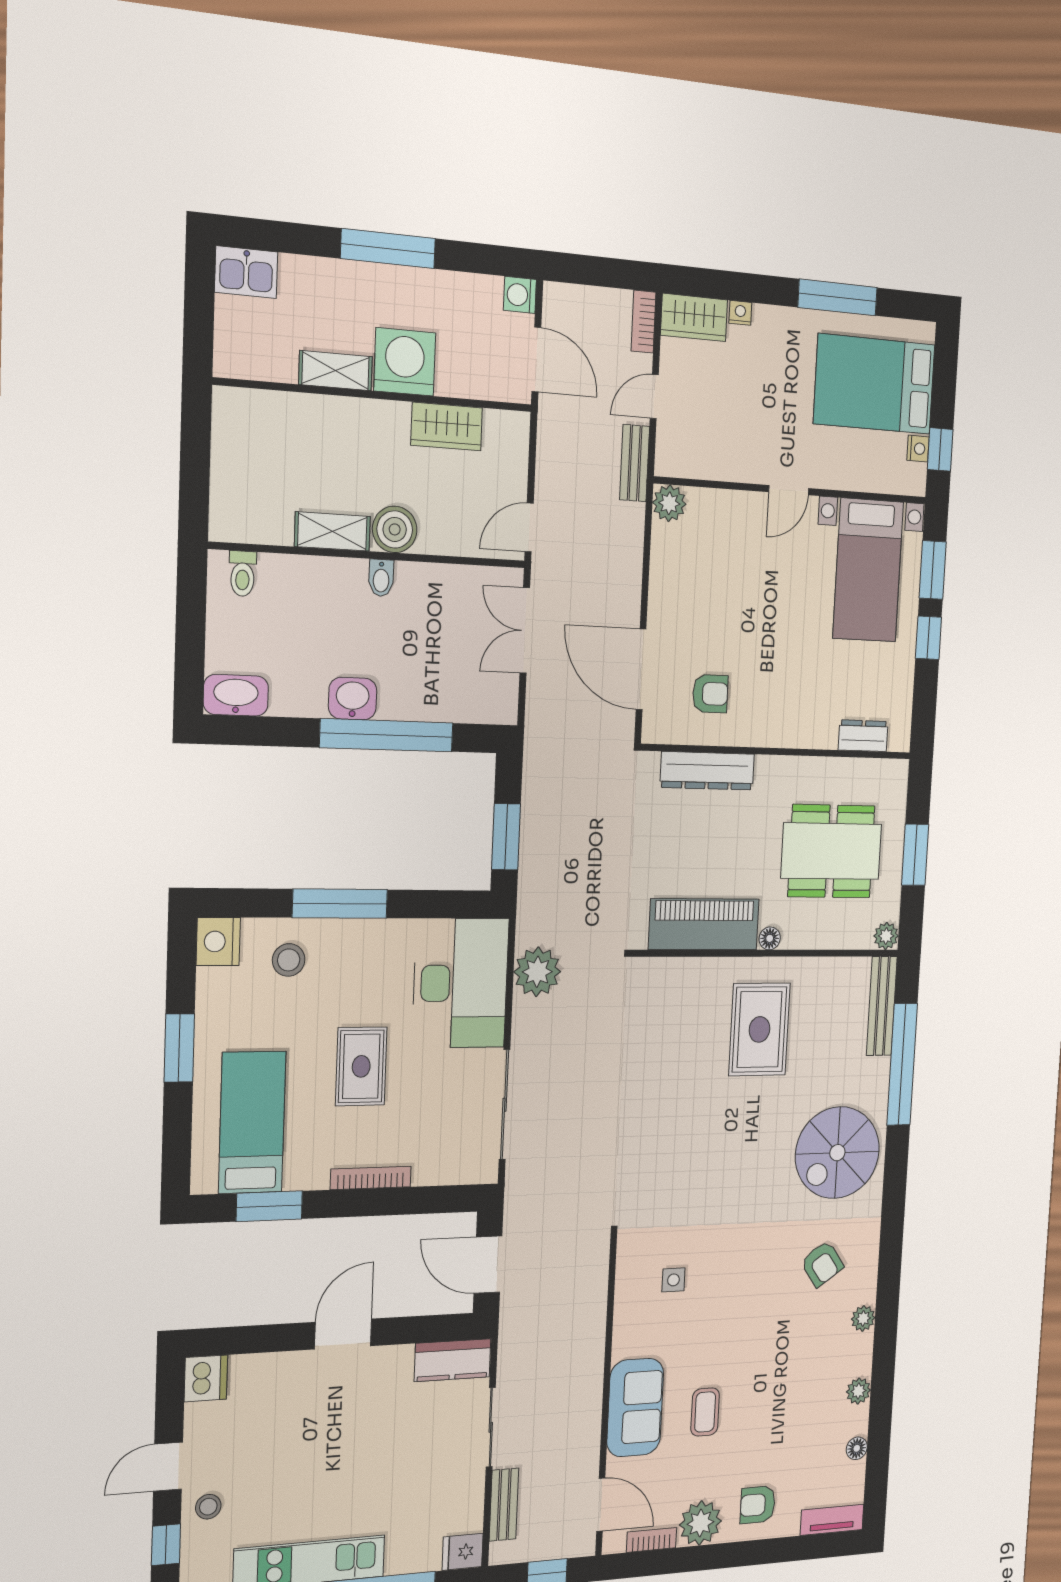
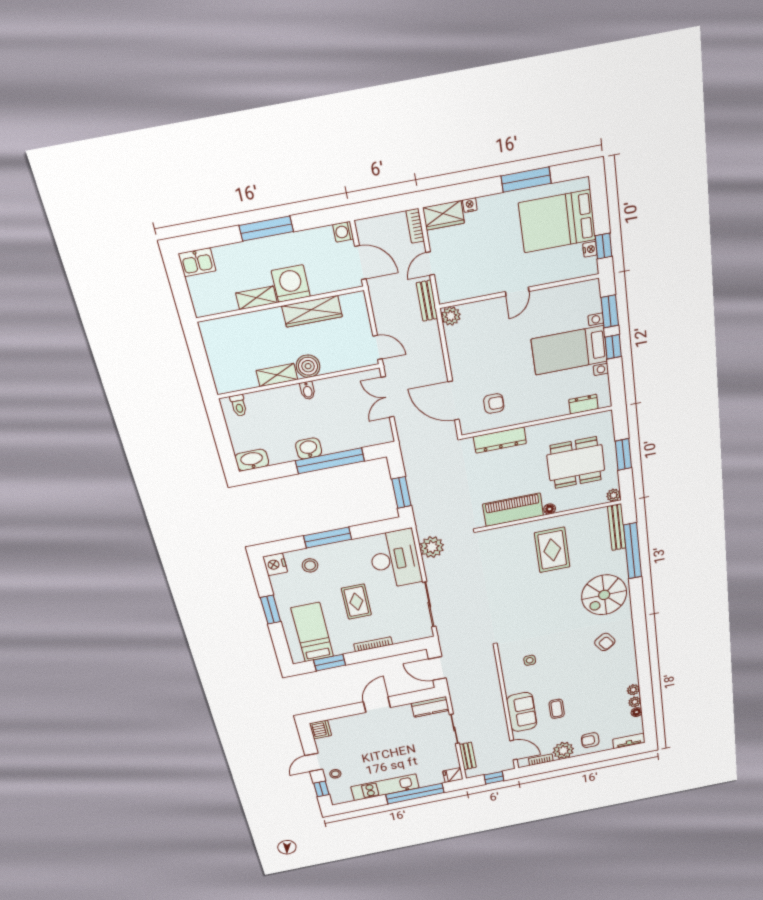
wardrobe: (447, 427) -> (312, 311), width x1.50
door: (529, 527) -> (378, 347), swing flipped
bed with nightstands: (868, 570) -> (570, 350), moved, turned 90
plant: (863, 1318) -> (635, 702), moved

